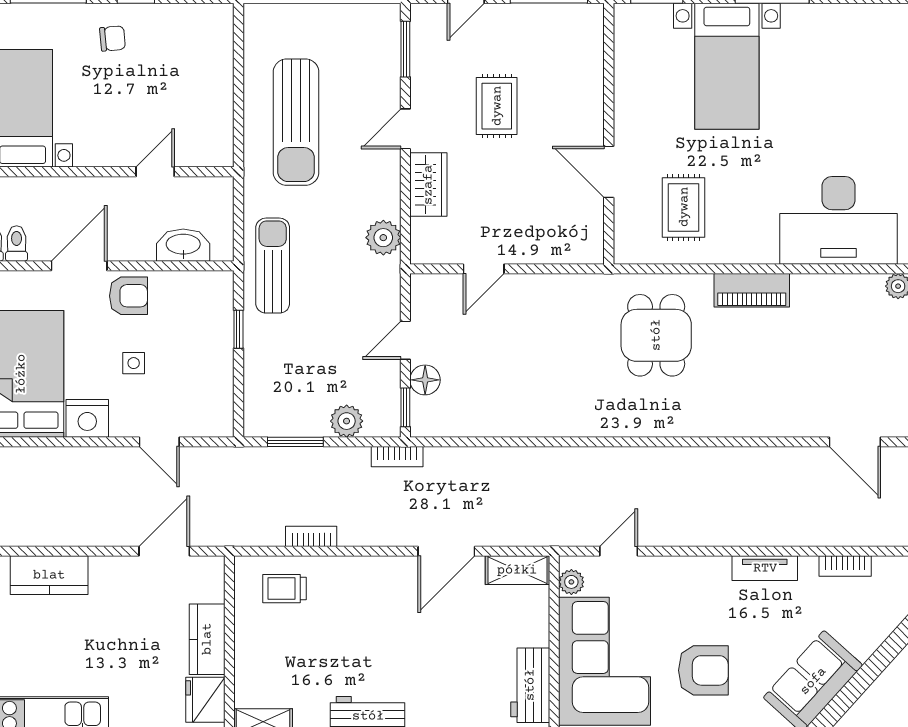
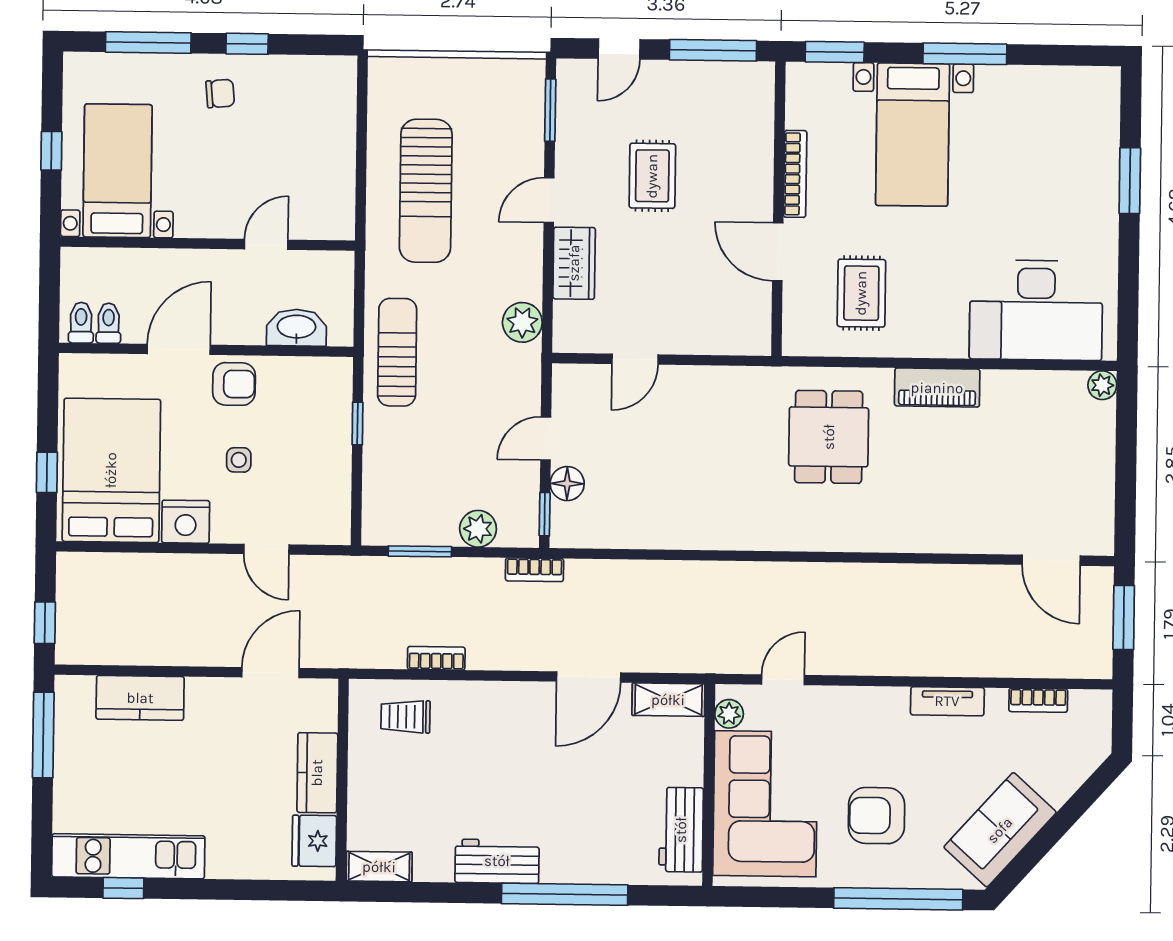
bookcase: (623, 103) -> (795, 174), added
armchair: (703, 670) -> (877, 816), turned 180

